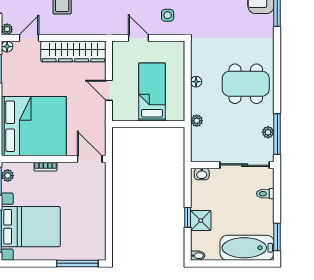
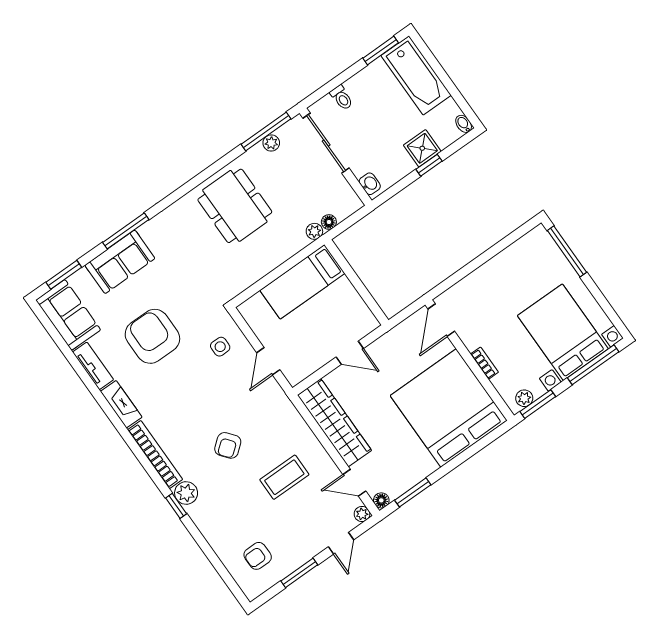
floor lamp: (196, 82) -> (329, 222), moved
door: (109, 90) -> (350, 353), hinge flipped
bed: (152, 92) -> (302, 282), moved

